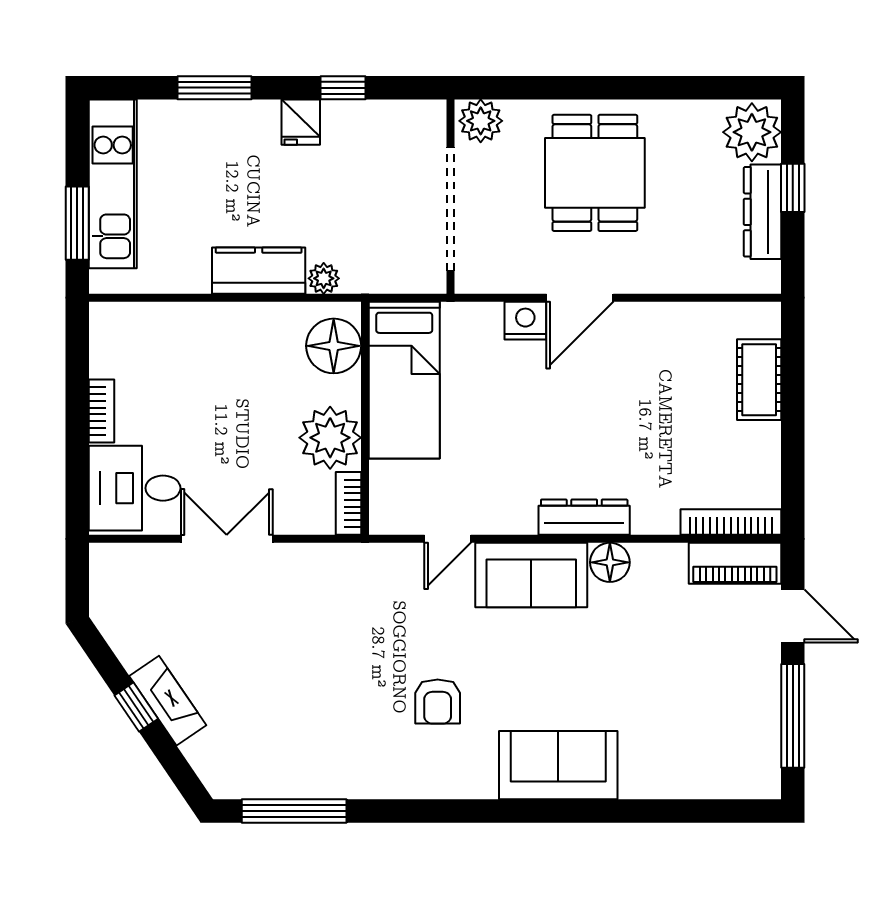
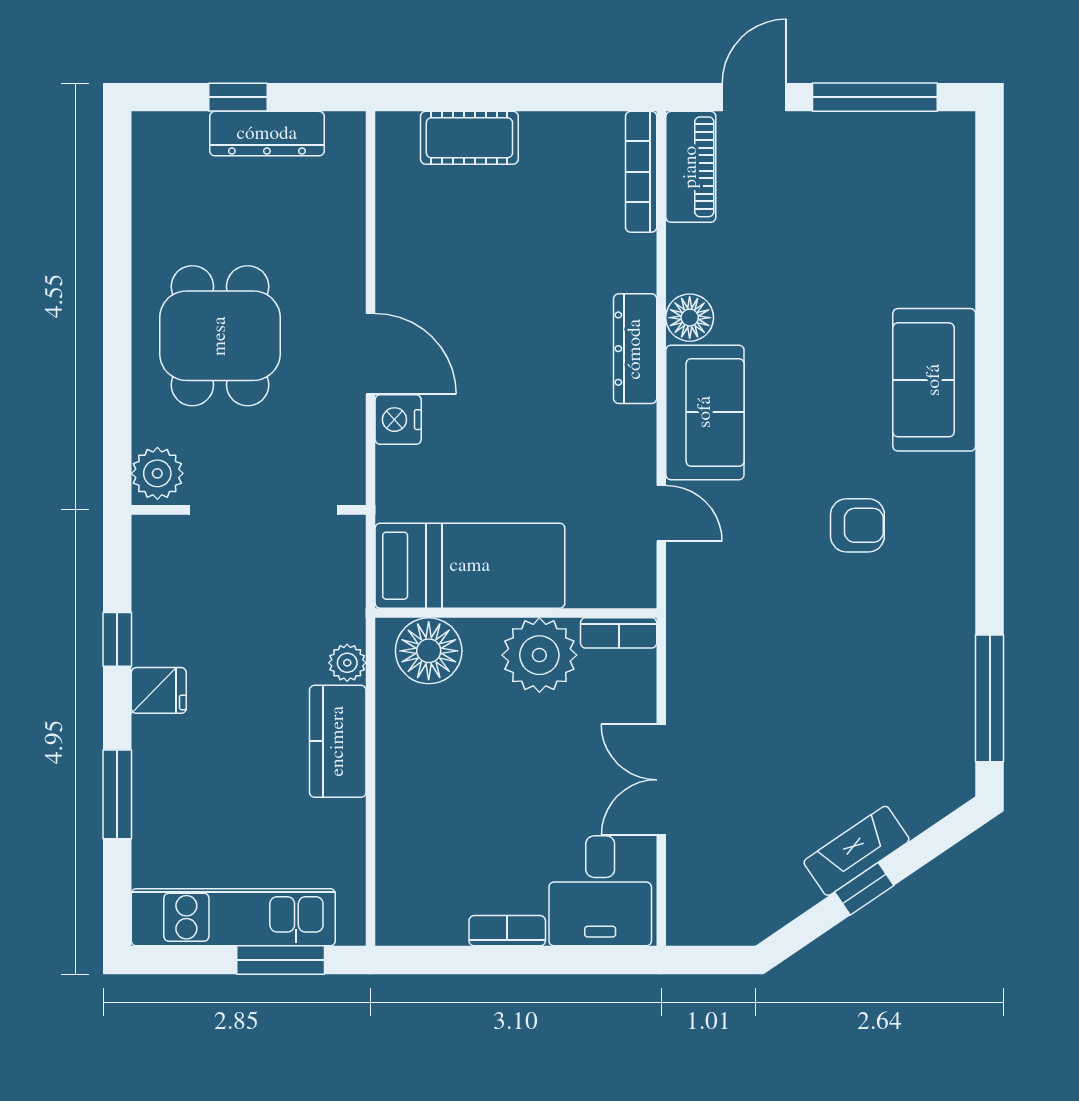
plant: (752, 132) -> (171, 146), removed
dining table: (595, 173) -> (220, 336), turned 90

